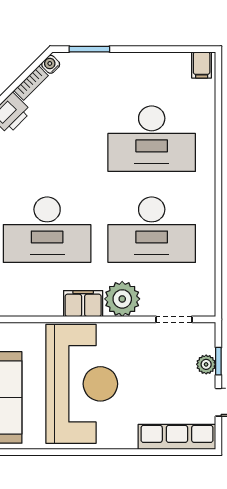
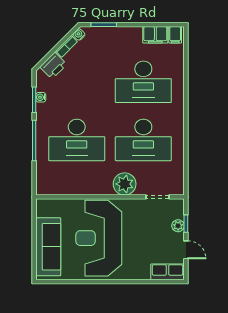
filing cabinet: (83, 304) -> (155, 35), moved, turned 180
reception desk: (82, 384) -> (99, 238), turned 180
row of seats: (177, 437) -> (167, 272), width x0.68

